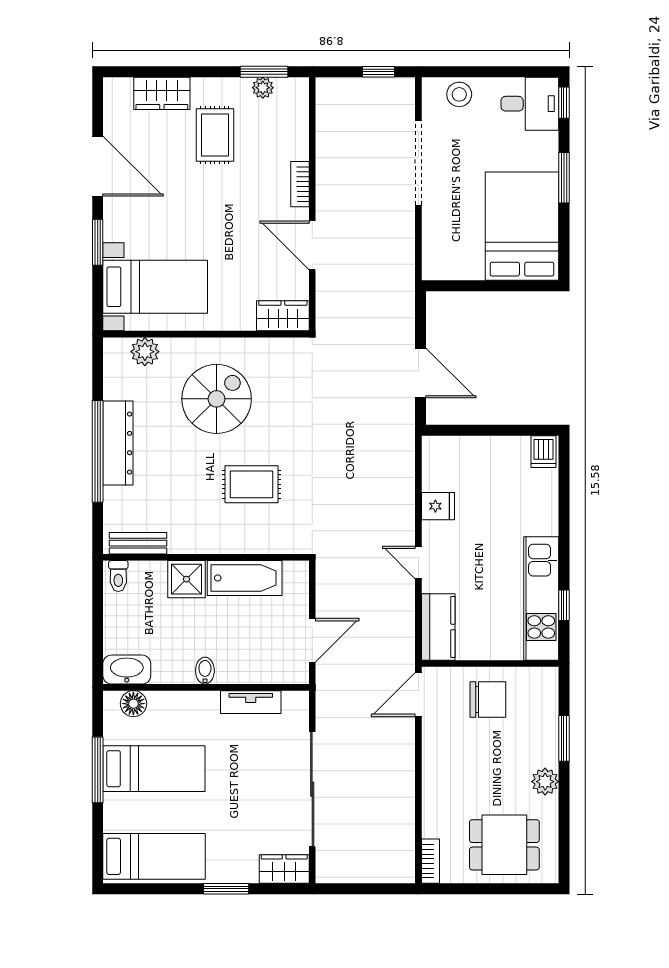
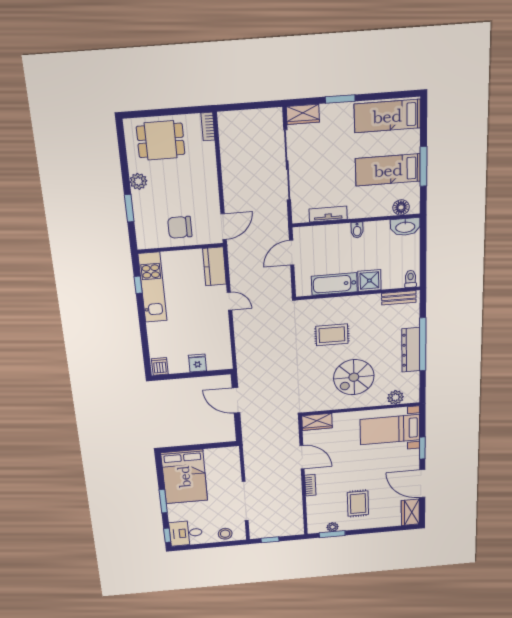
wardrobe: (162, 93) -> (410, 512), moved, turned -90
fridge: (438, 506) -> (197, 363), moved, turned 90

